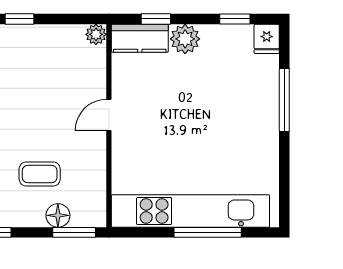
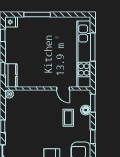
plant: (185, 39) -> (11, 56), removed
door: (109, 115) -> (63, 89), moved

